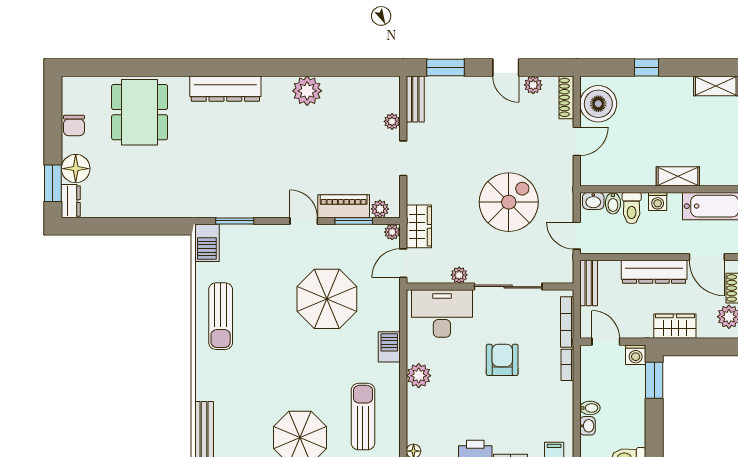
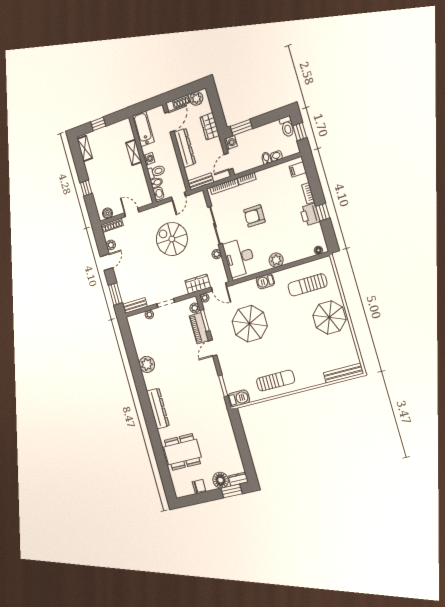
boiler: (598, 104) -> (108, 213), width x0.54, depth x0.54

